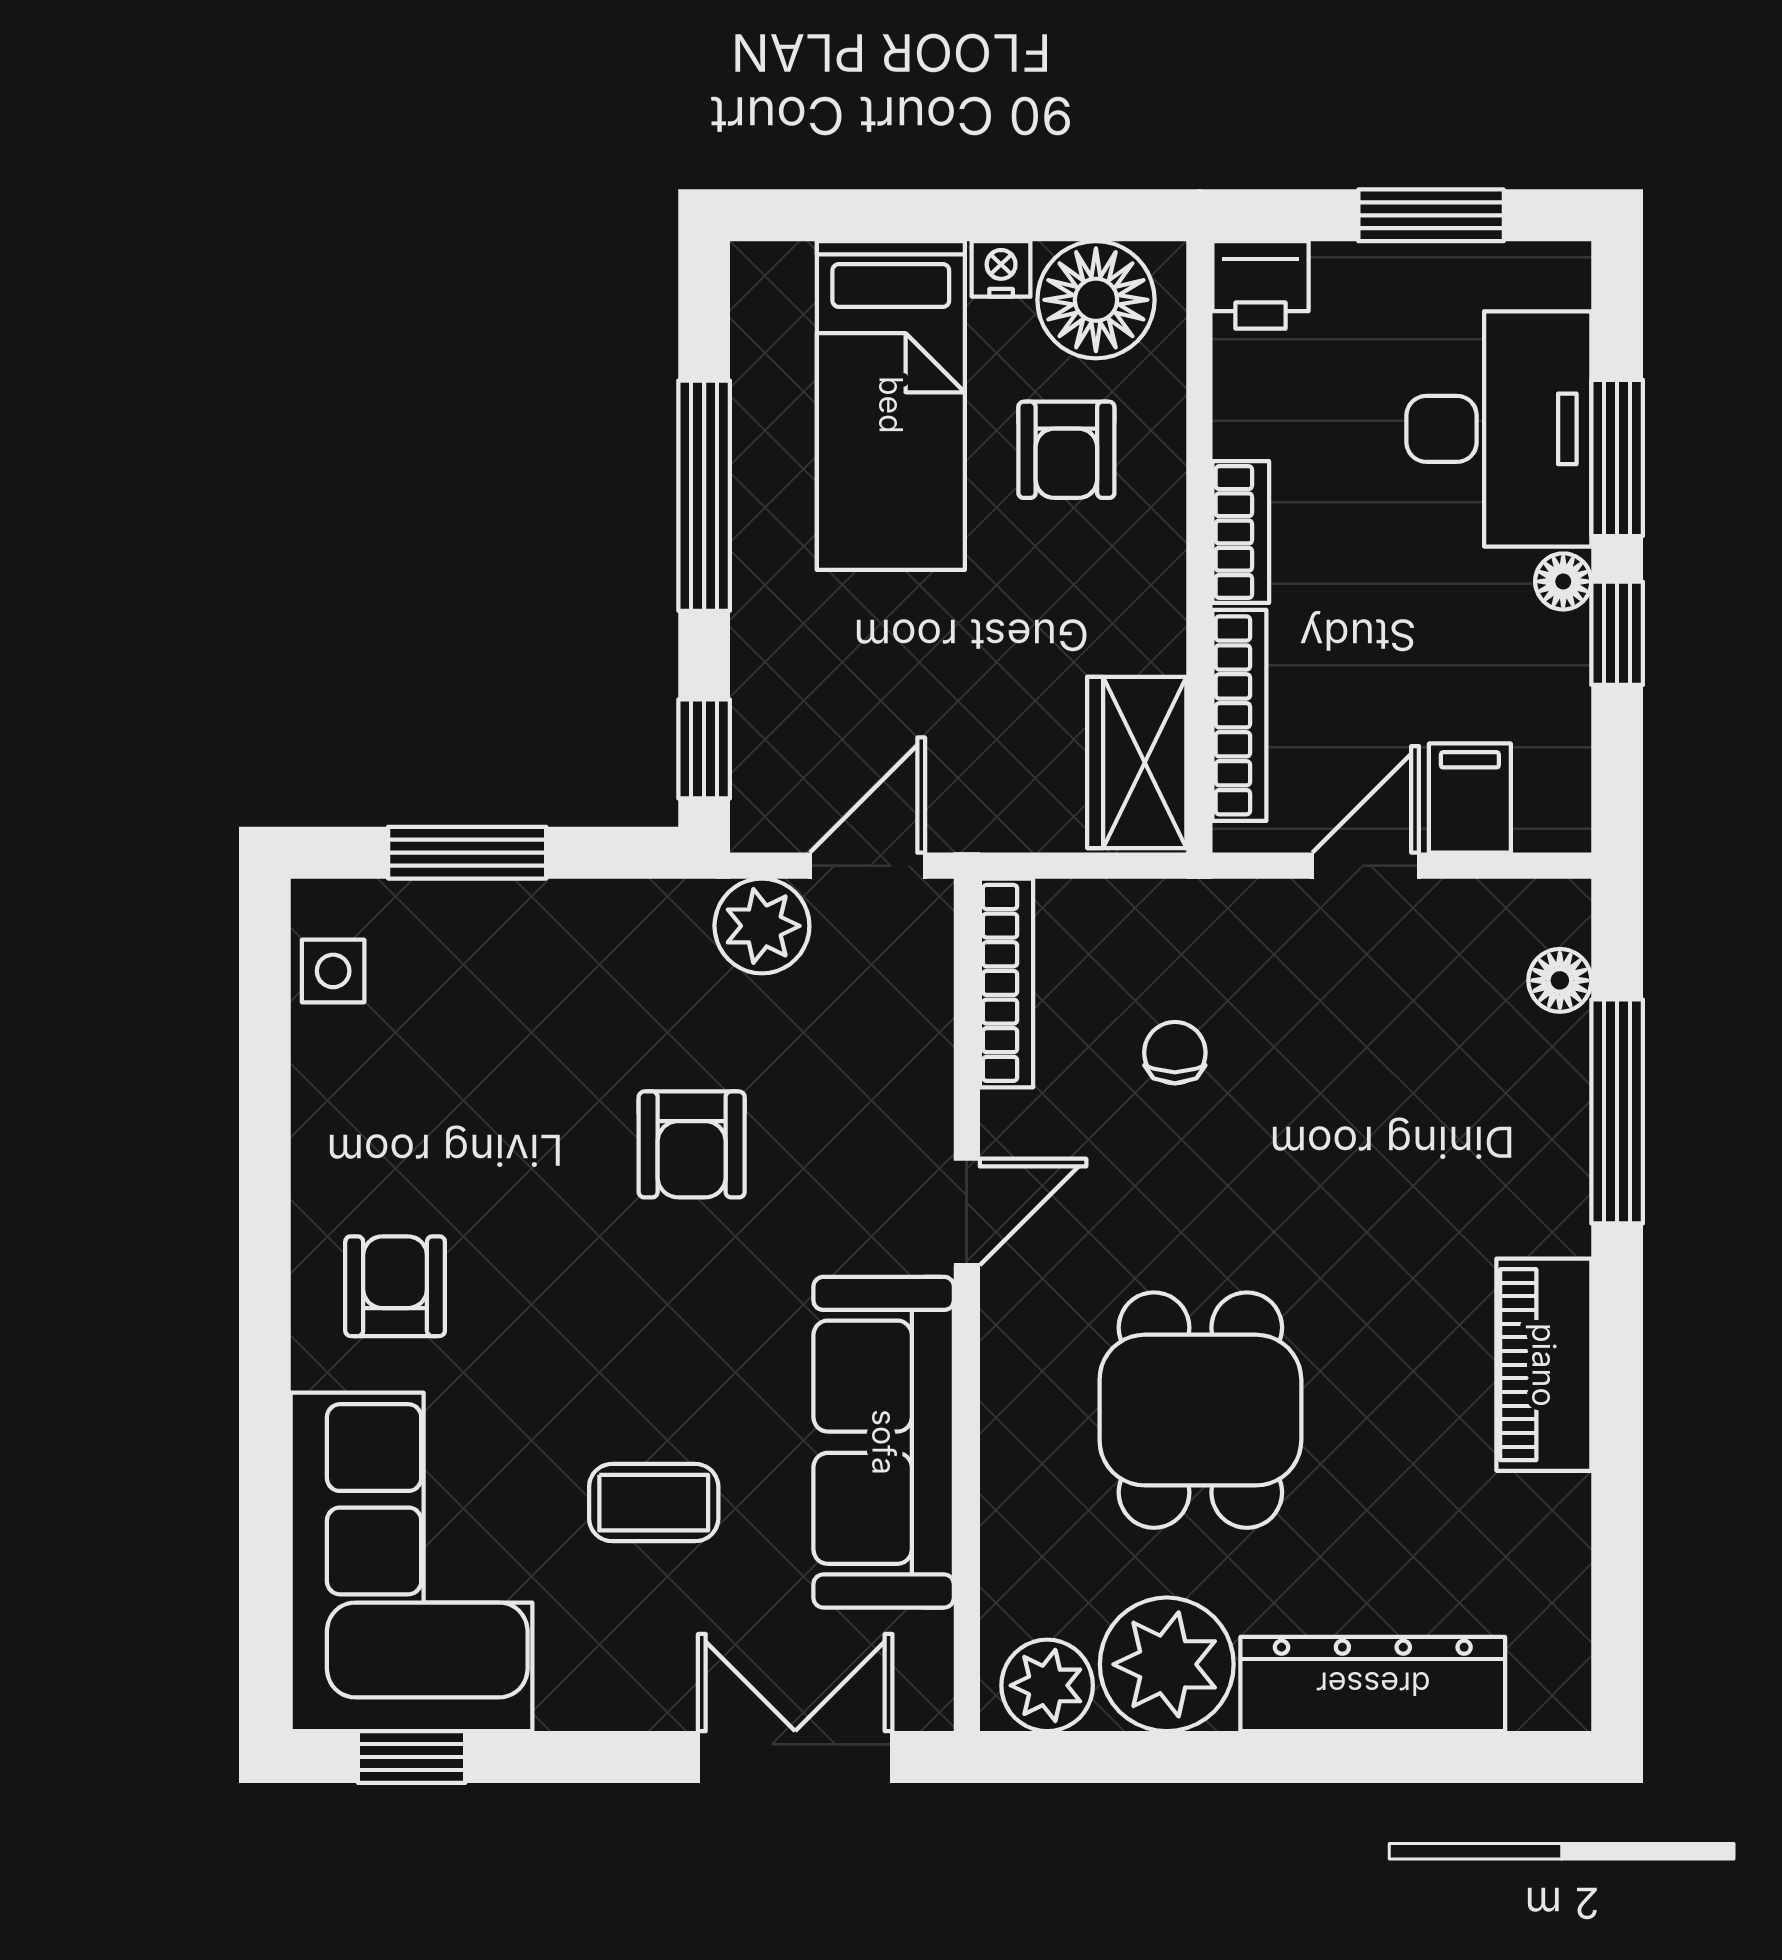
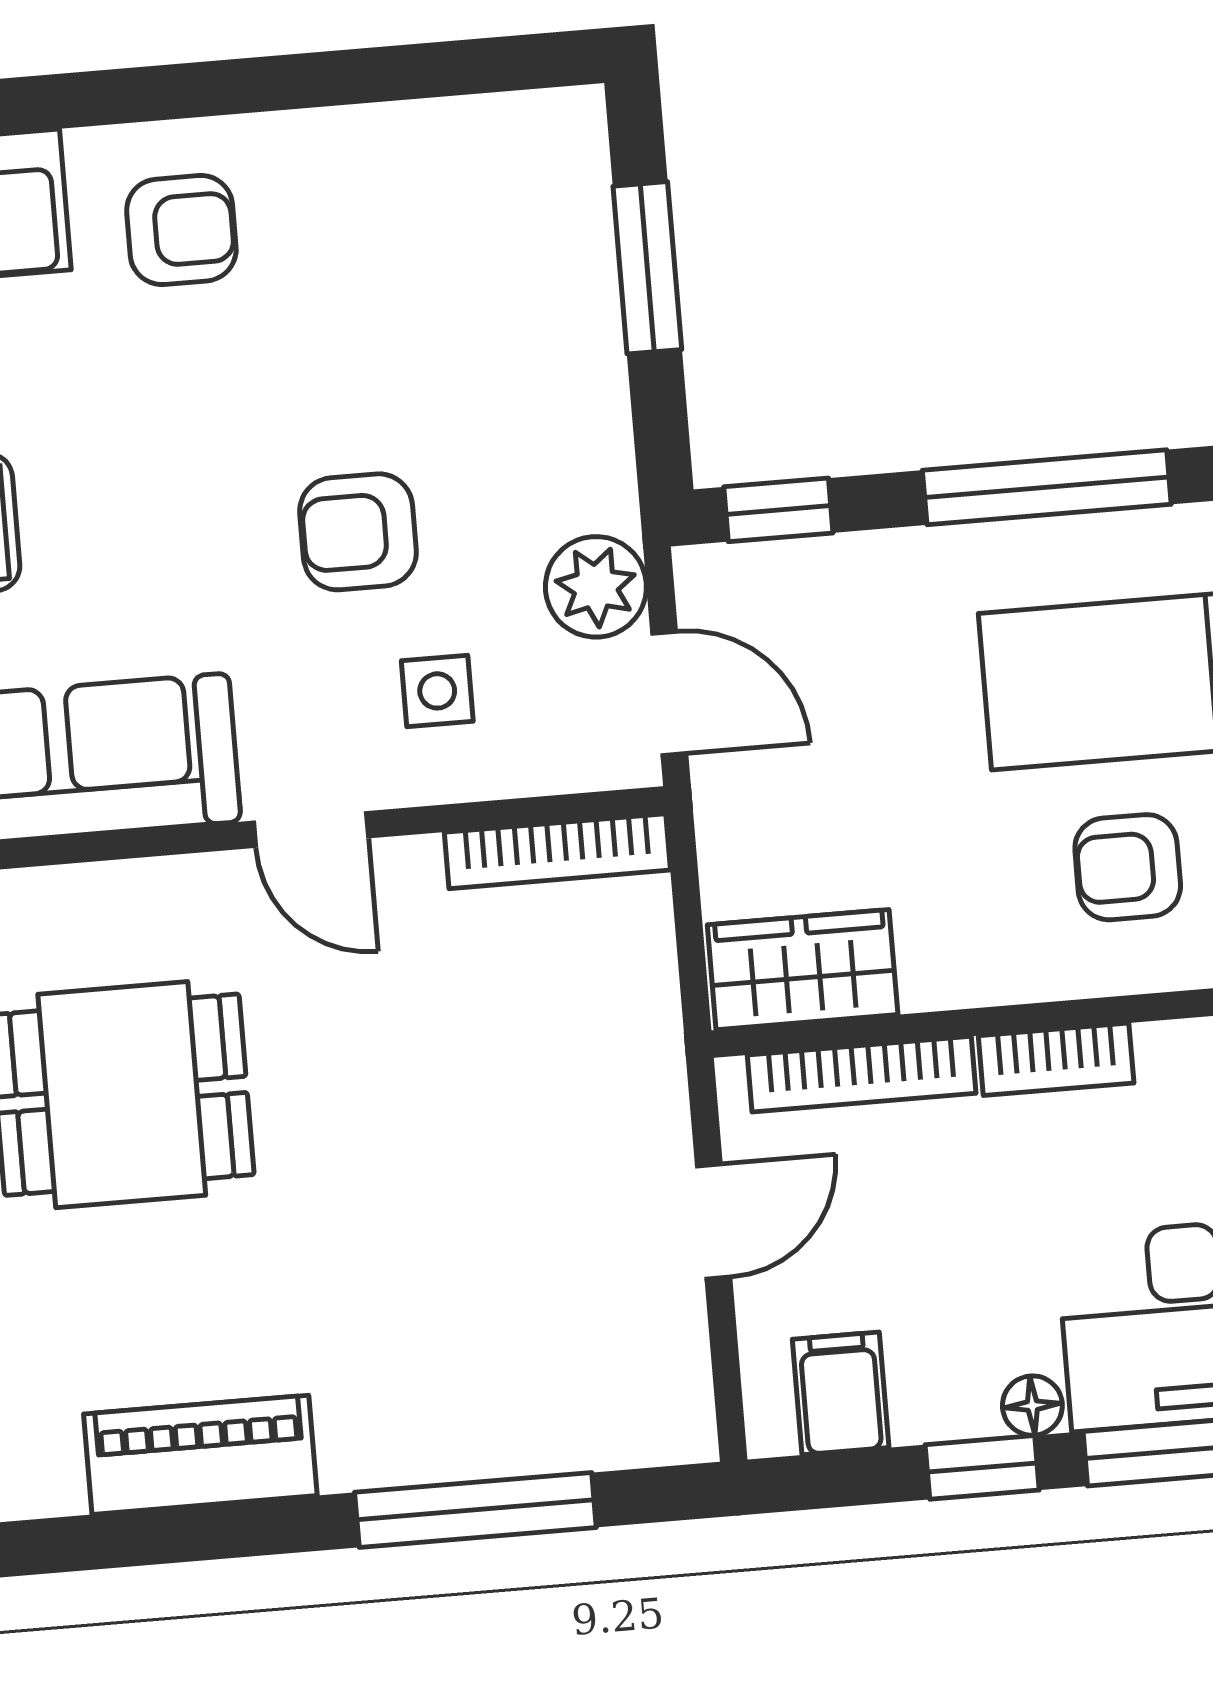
filing cabinet: (1470, 798) -> (841, 1393), moved, turned -90
door: (1366, 866) -> (714, 1221), hinge flipped
side table: (333, 971) -> (437, 691), moved
floor lamp: (1560, 980) -> (609, 1437), removed
chair: (1175, 1053) -> (498, 1036), removed

